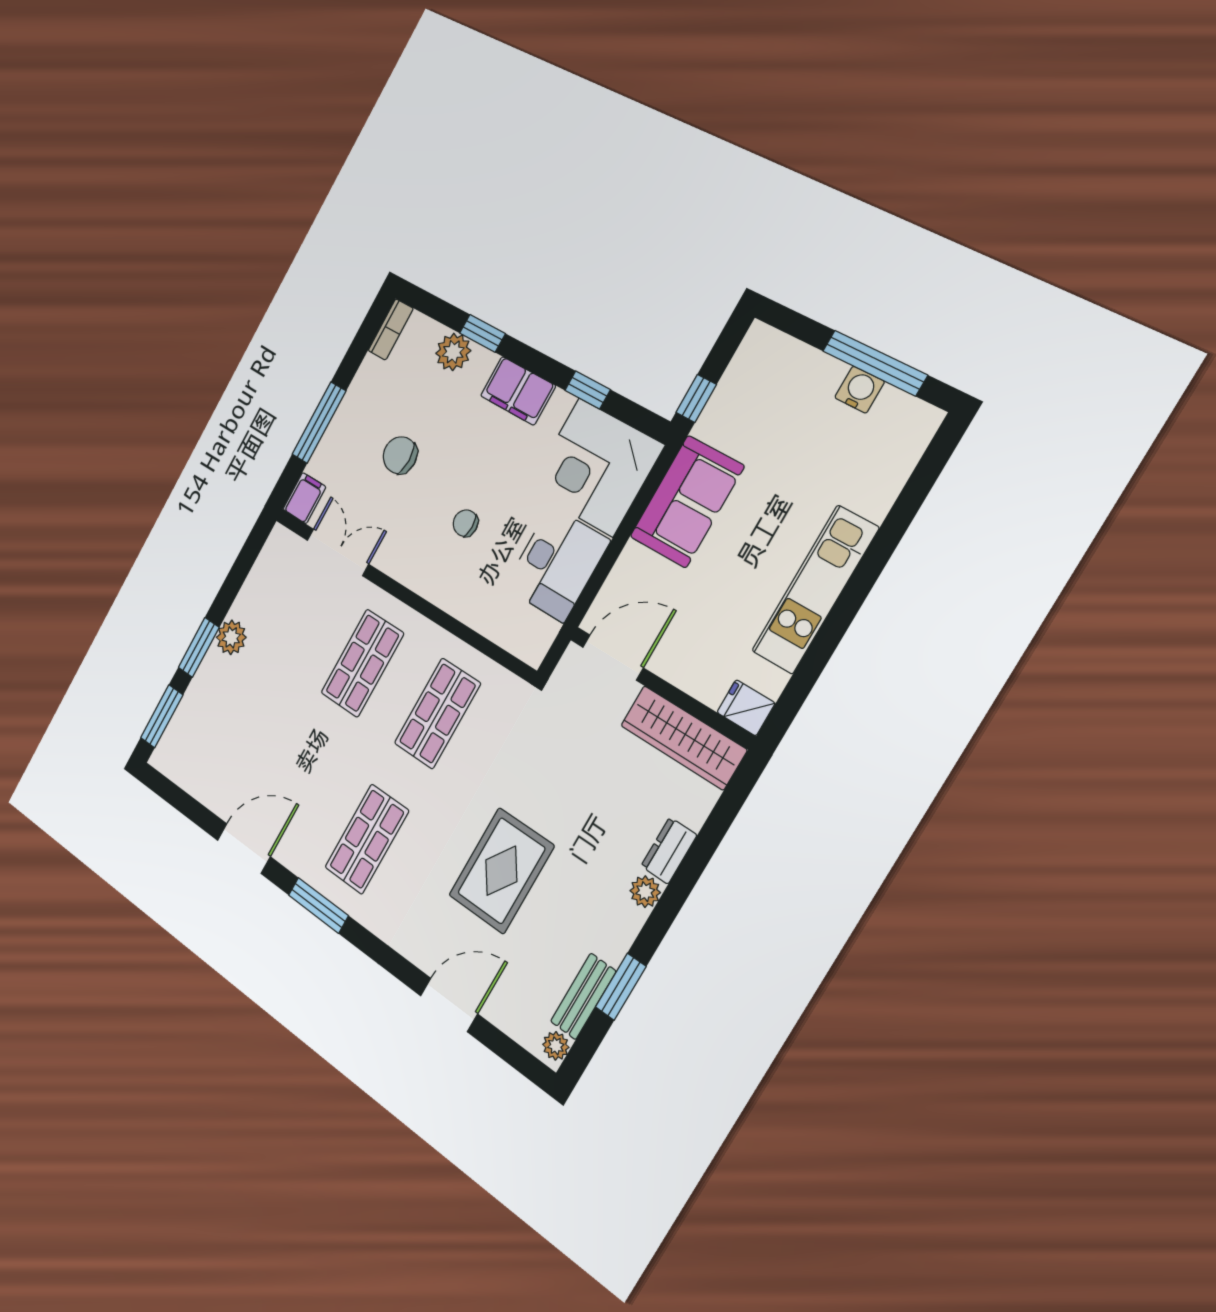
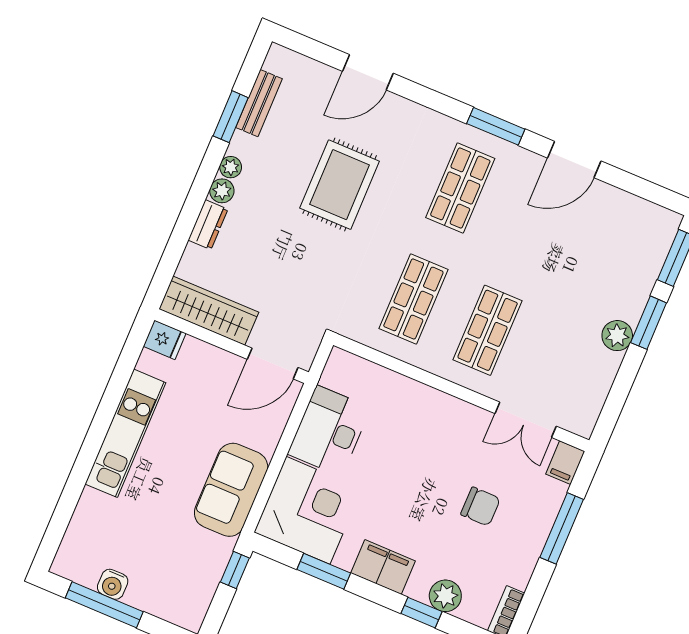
window: (588, 390) -> (324, 571), width x1.50
chair: (466, 523) -> (413, 456), removed
plant: (556, 1046) -> (231, 167), moved

